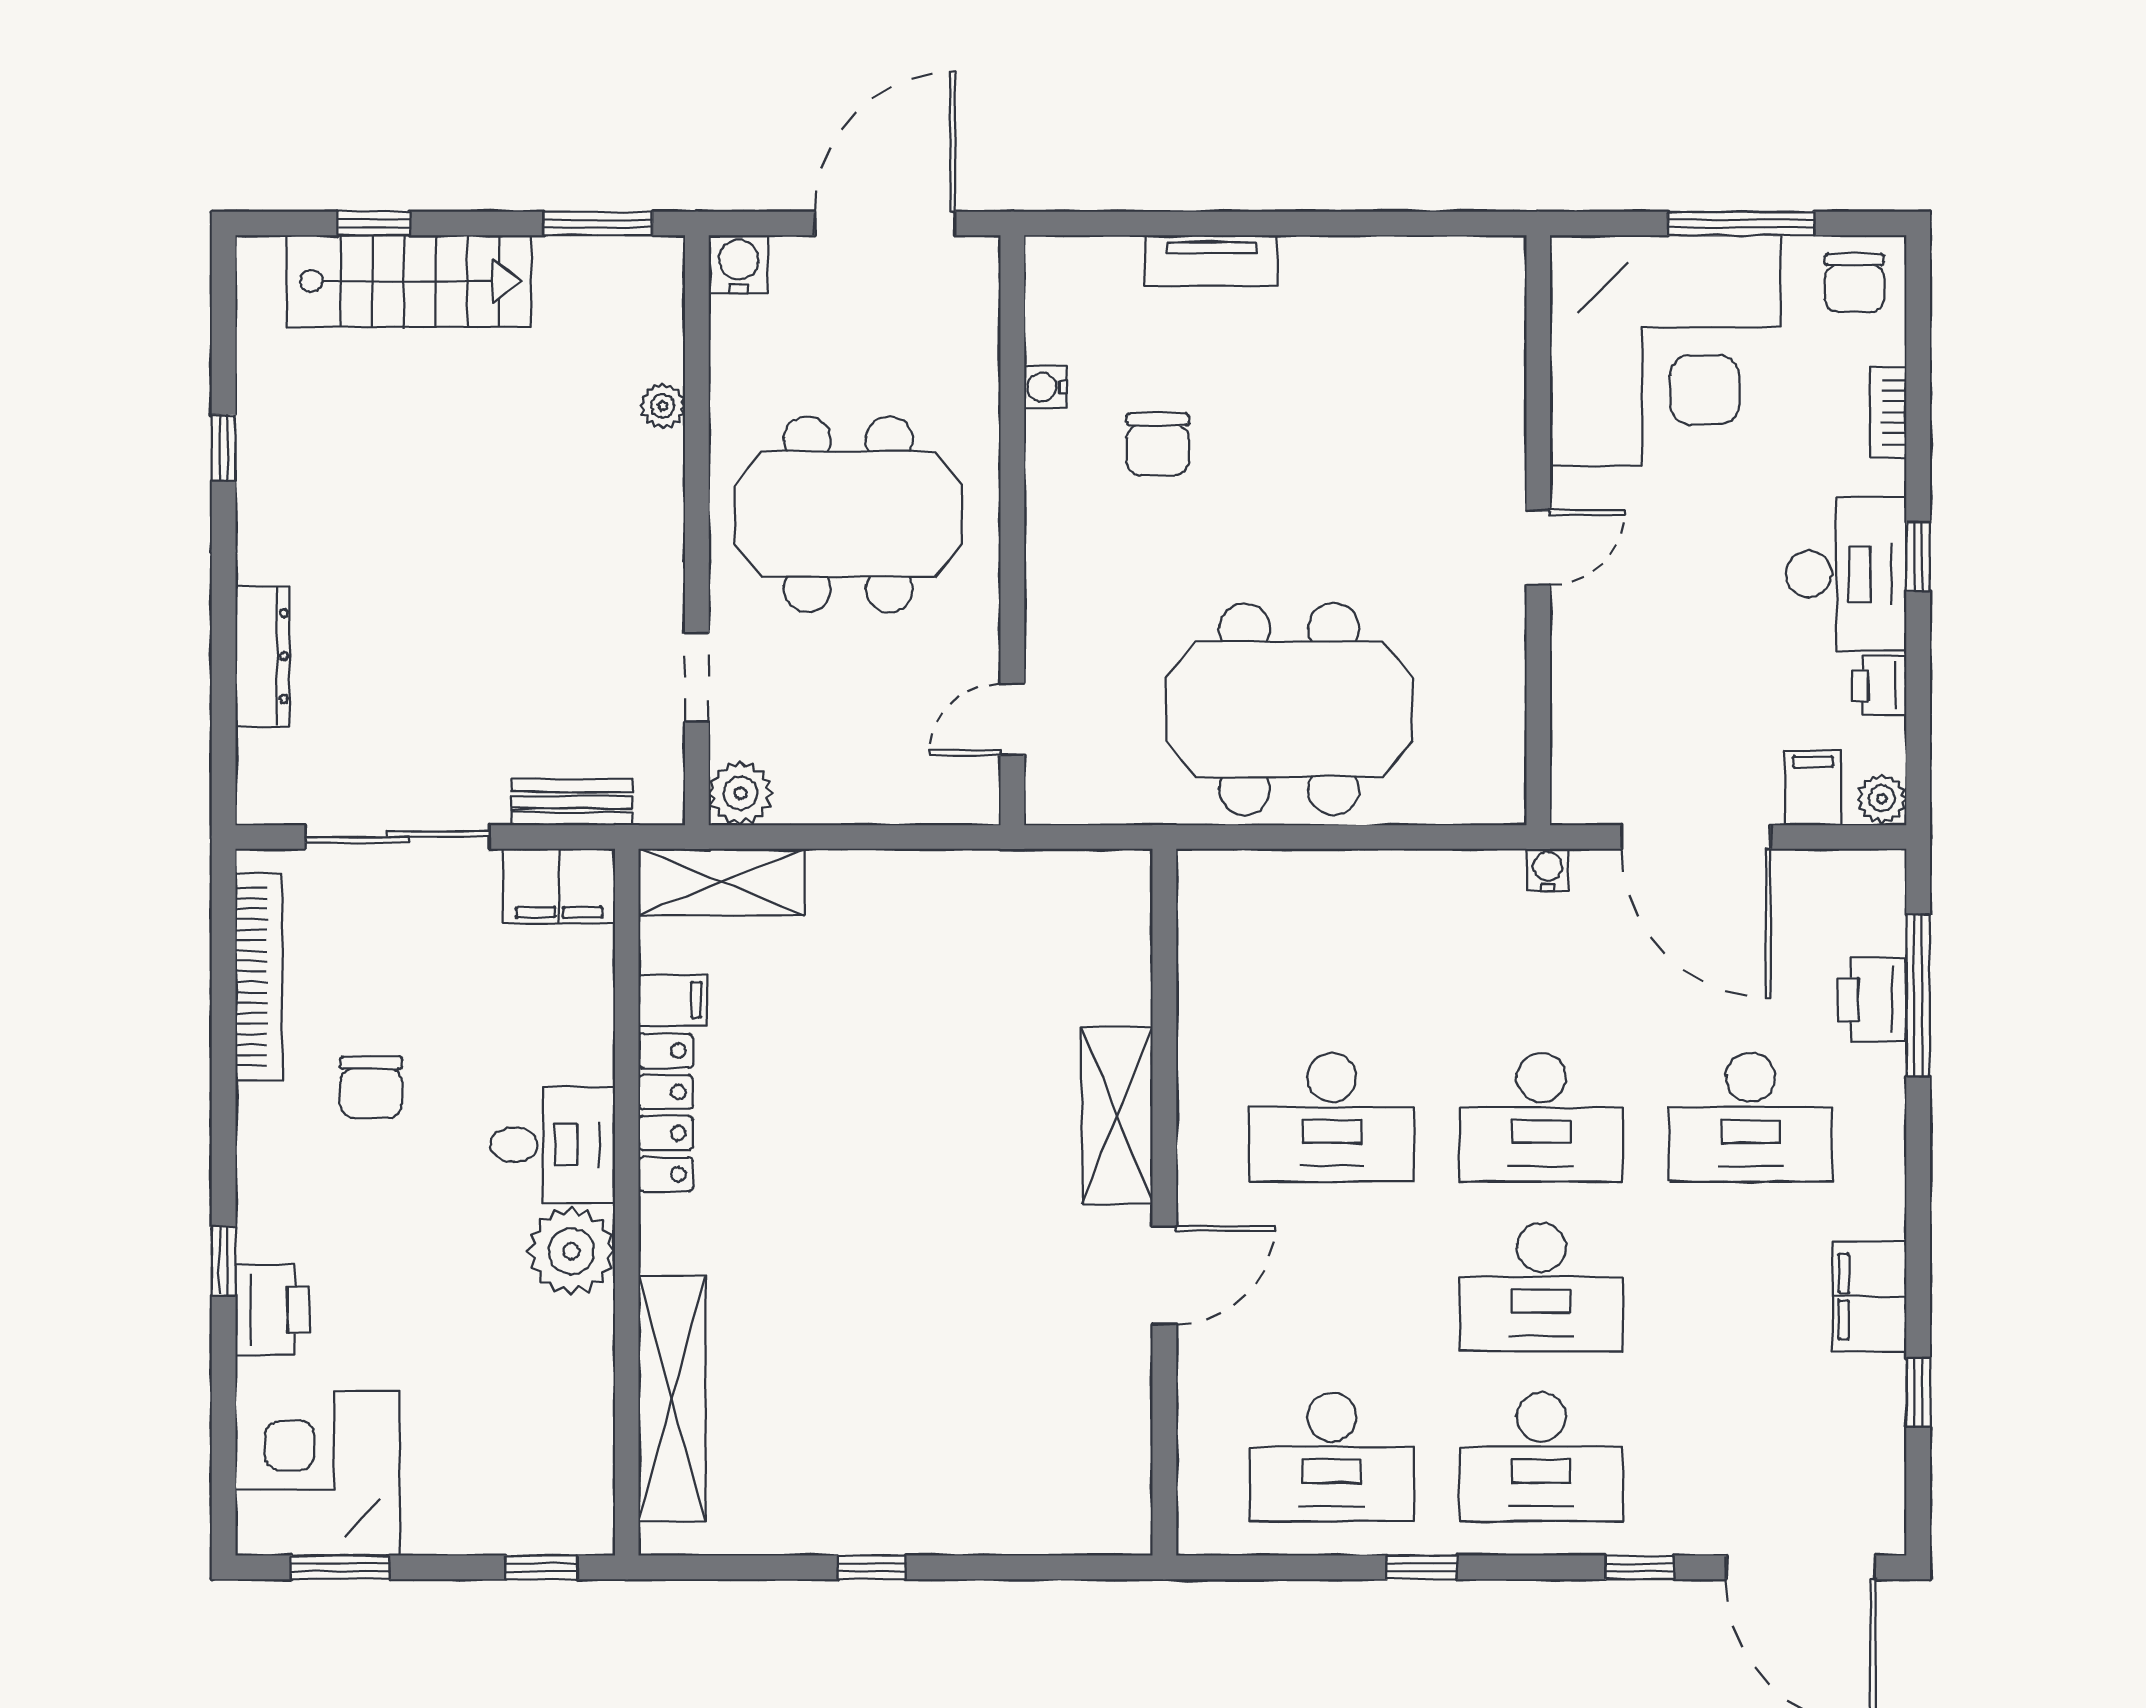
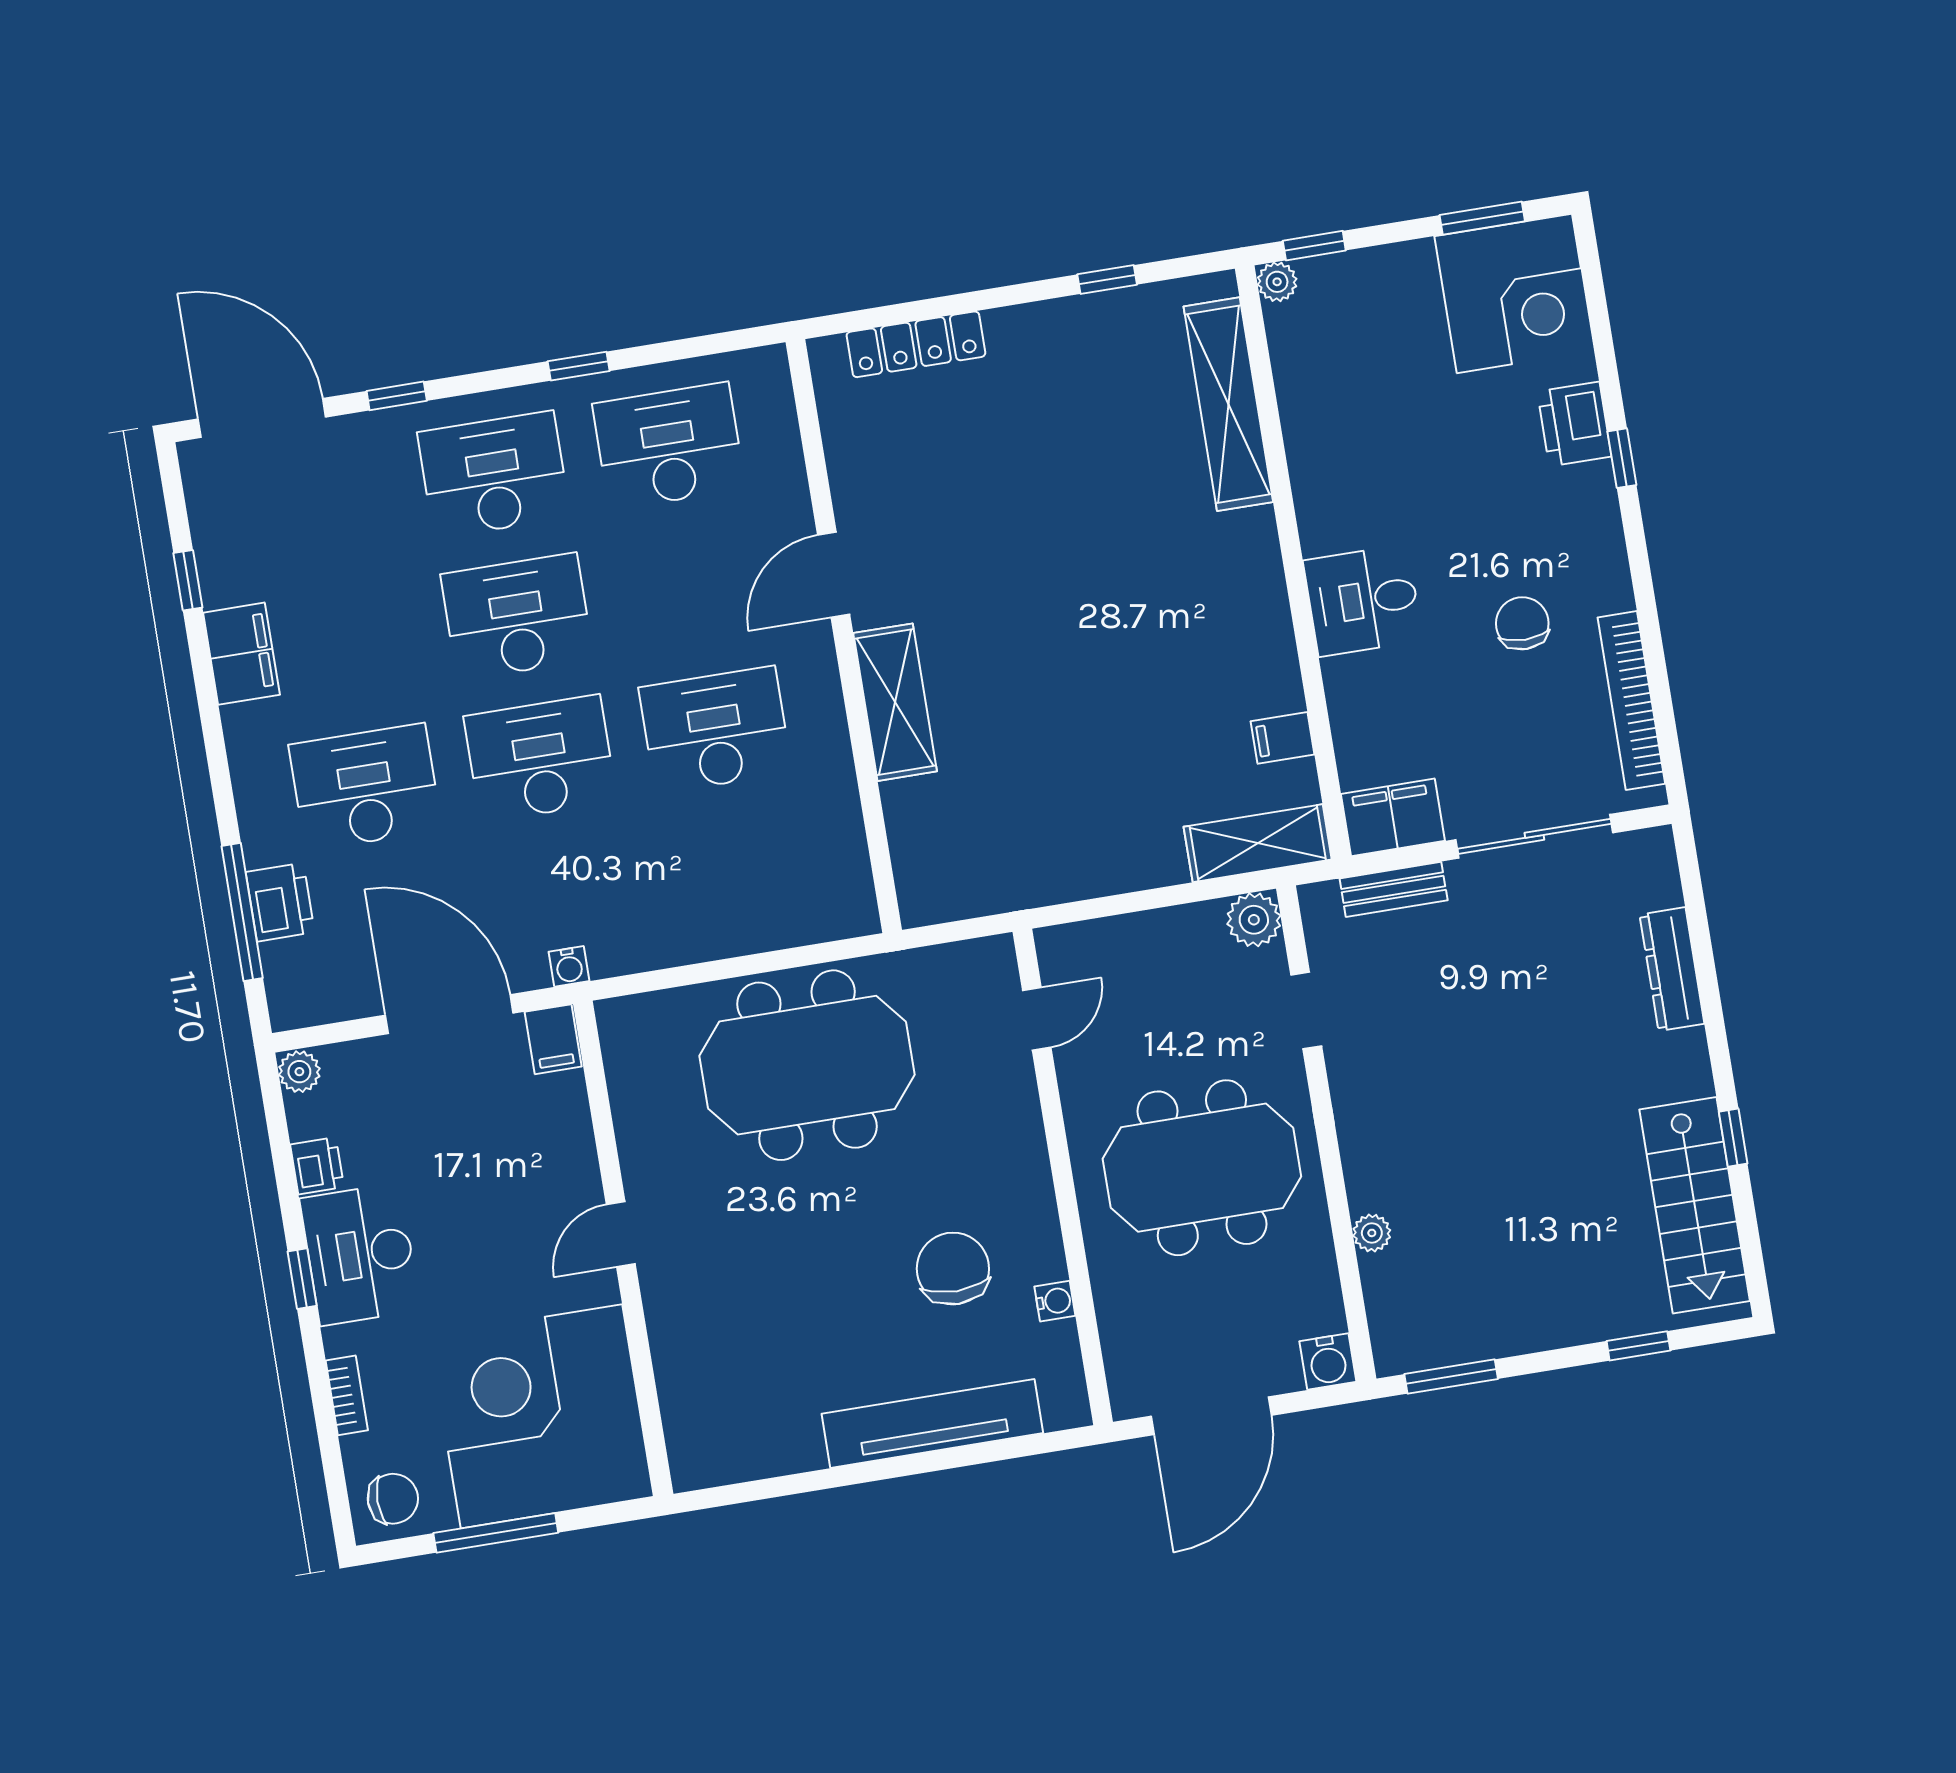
tv unit: (1211, 260) -> (932, 1423), width x1.92, depth x1.29
stairs: (409, 281) -> (1695, 1205), moved, turned -90
chair: (1854, 283) -> (393, 1499), turned 90
chair: (1158, 444) -> (953, 1269), width x1.37, depth x1.37
filing cabinet: (1813, 788) -> (553, 1039), moved
locker: (666, 1112) -> (916, 344), moved, turned -90
plant: (571, 1251) -> (1277, 282), moved, width x0.53, depth x0.53
window: (871, 1567) -> (1107, 280), moved

